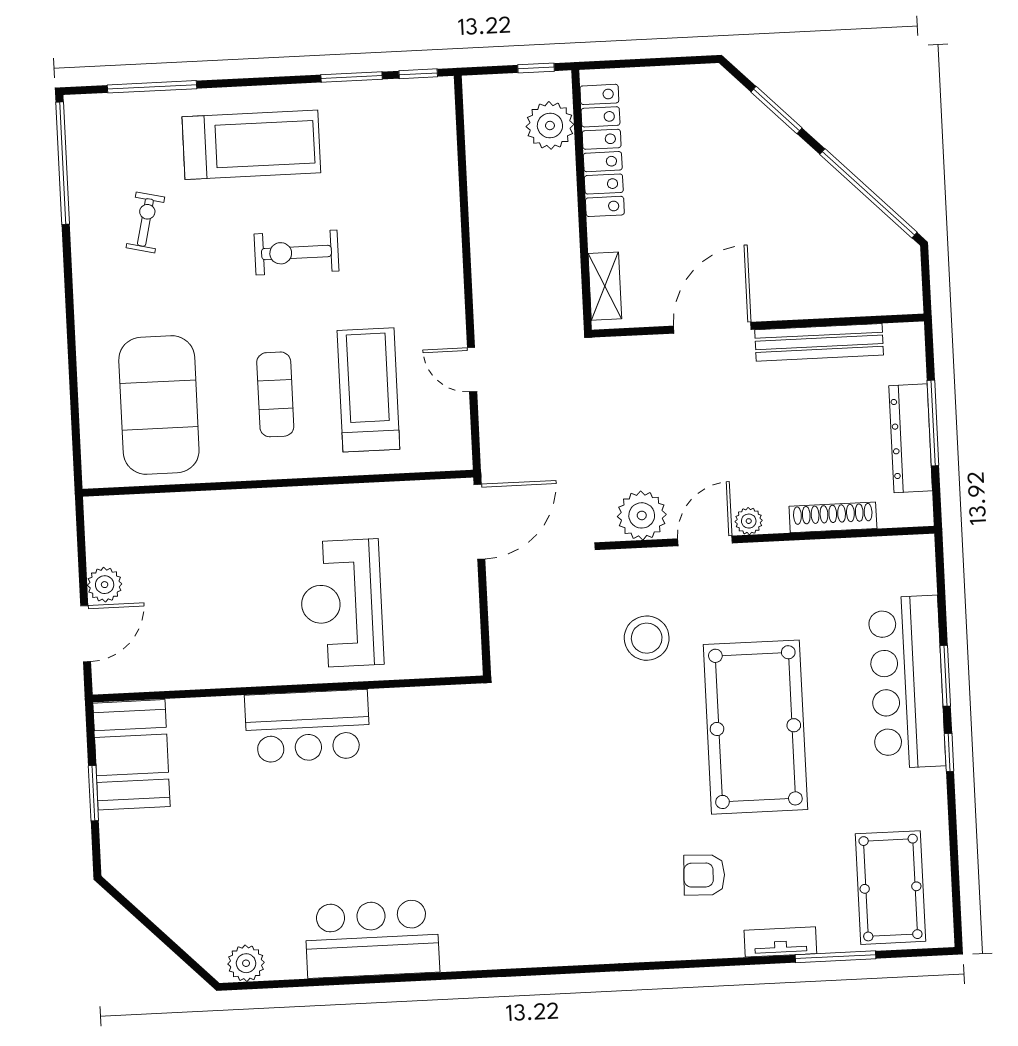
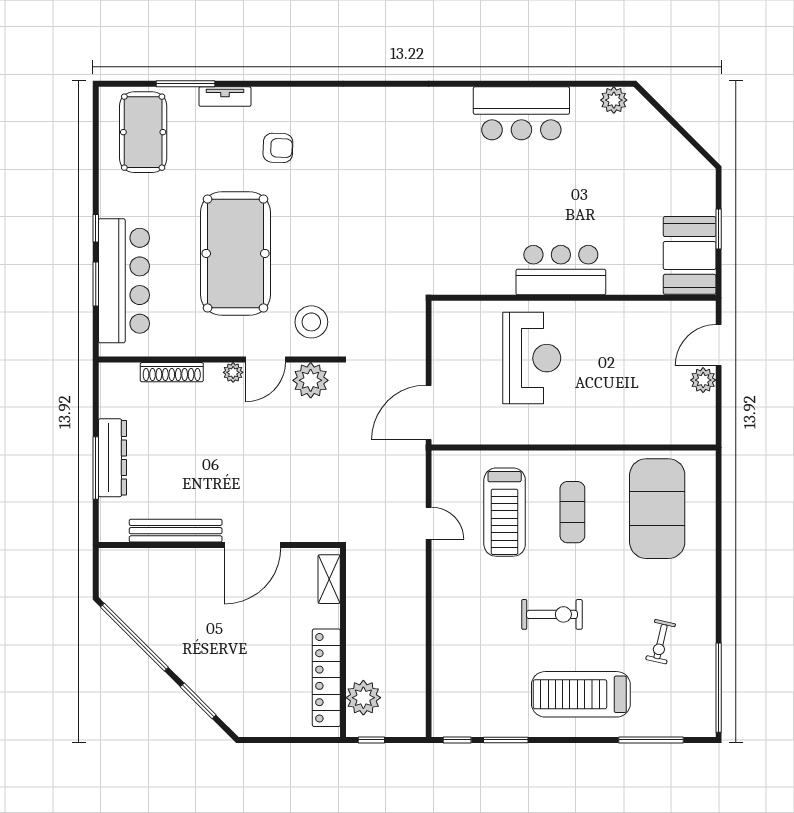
plant: (642, 515) -> (311, 380), moved
shoe rack: (833, 517) -> (172, 372), moved
plant: (749, 521) -> (233, 372), moved
wall: (768, 538) -> (219, 360), moved
door: (705, 541) -> (266, 360), moved

